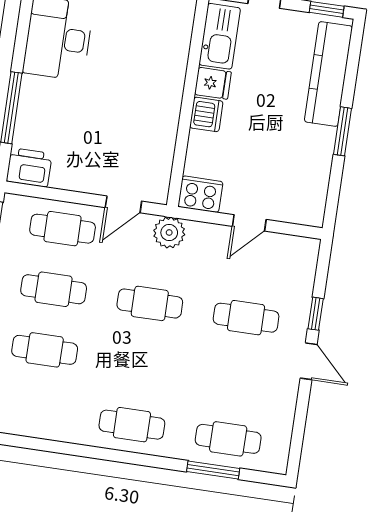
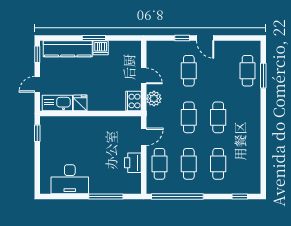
dishwasher: (206, 114) -> (101, 48), moved, turned 180
printer: (29, 167) -> (133, 163), moved
door: (123, 204) -> (144, 137), hinge flipped
plant: (169, 233) -> (154, 99), moved
door: (309, 361) -> (205, 38), swing flipped
cafe table: (132, 425) -> (218, 117), moved

